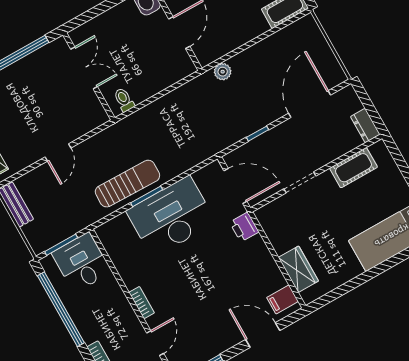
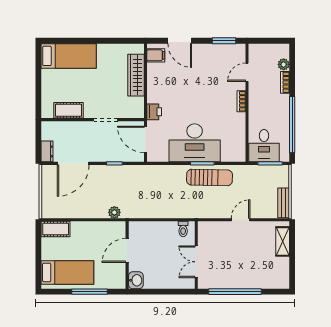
dresser: (365, 126) -> (47, 151), moved
sun lounger: (127, 184) -> (209, 177), turned 180
wardrobe: (298, 269) -> (136, 75), width x1.50

